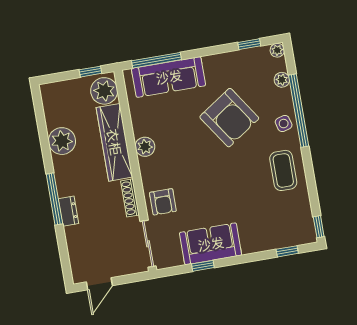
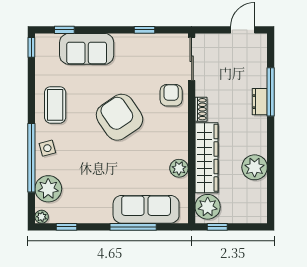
window: (156, 60) -> (133, 227), moved
plant: (282, 80) -> (48, 189), width x1.87, depth x1.87
armchair: (229, 118) -> (120, 117), moved
plant: (145, 147) -> (179, 168), moved
shoe rack: (130, 198) -> (201, 109), width x0.70
window: (54, 199) -> (271, 92), moved
sofa: (211, 244) -> (87, 49), moved

